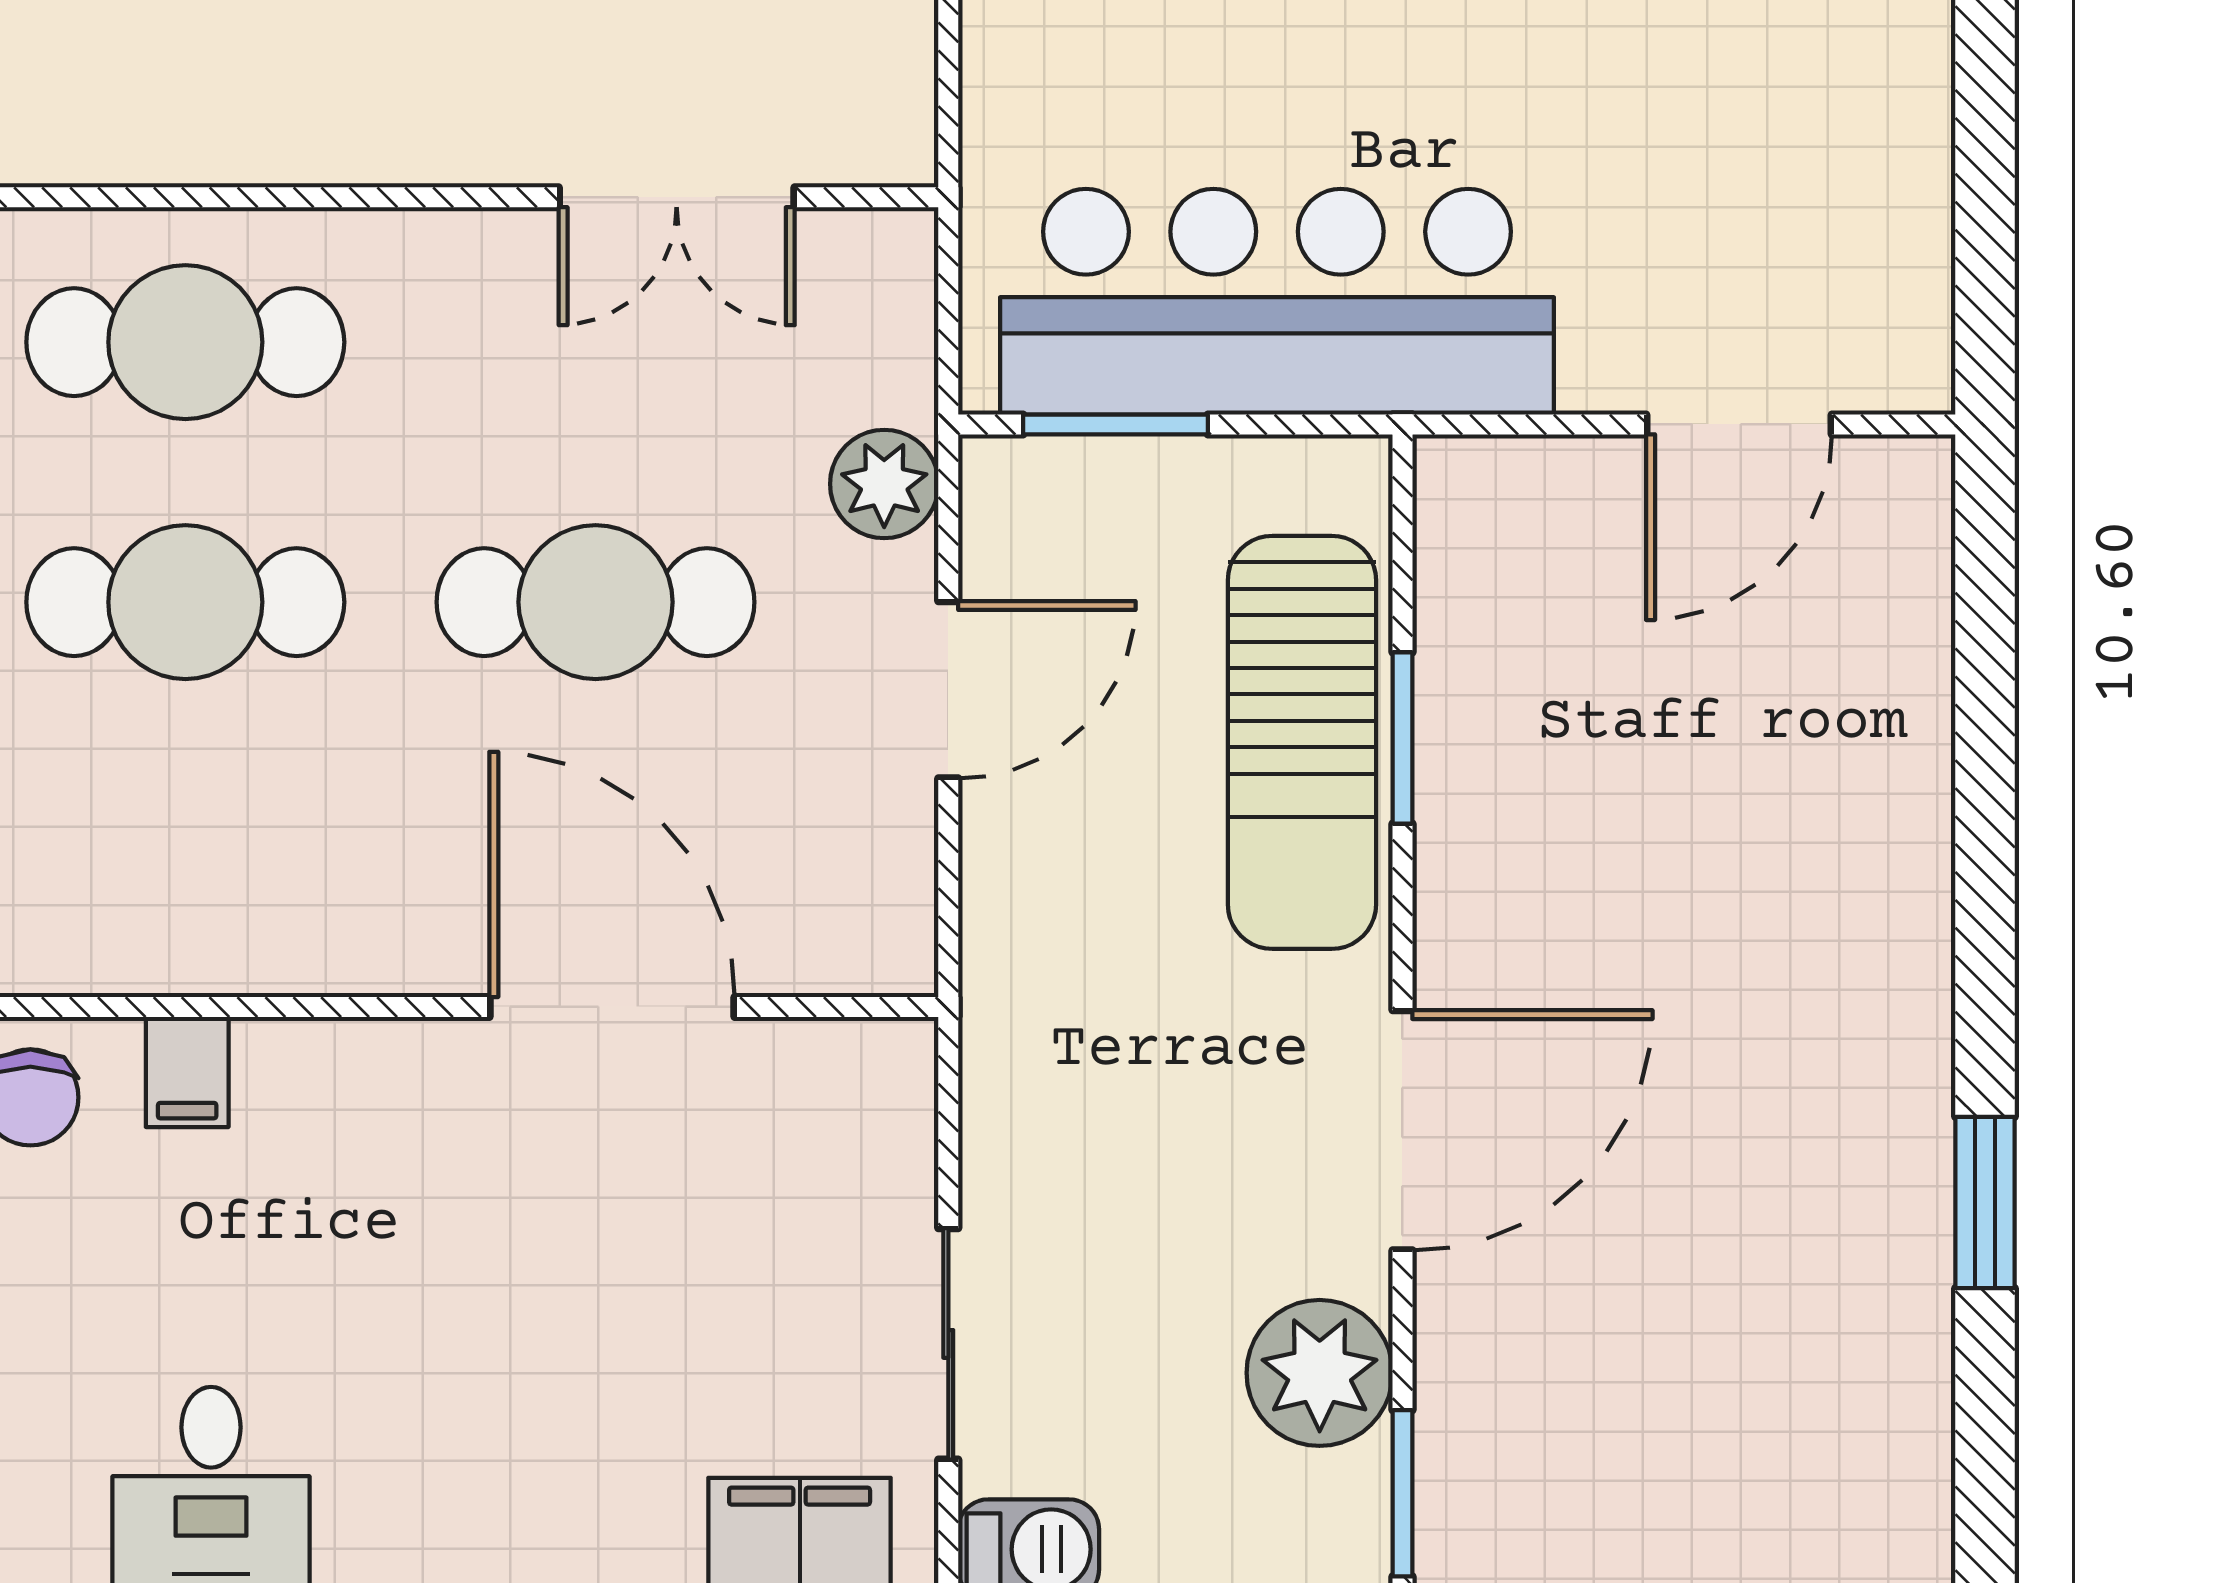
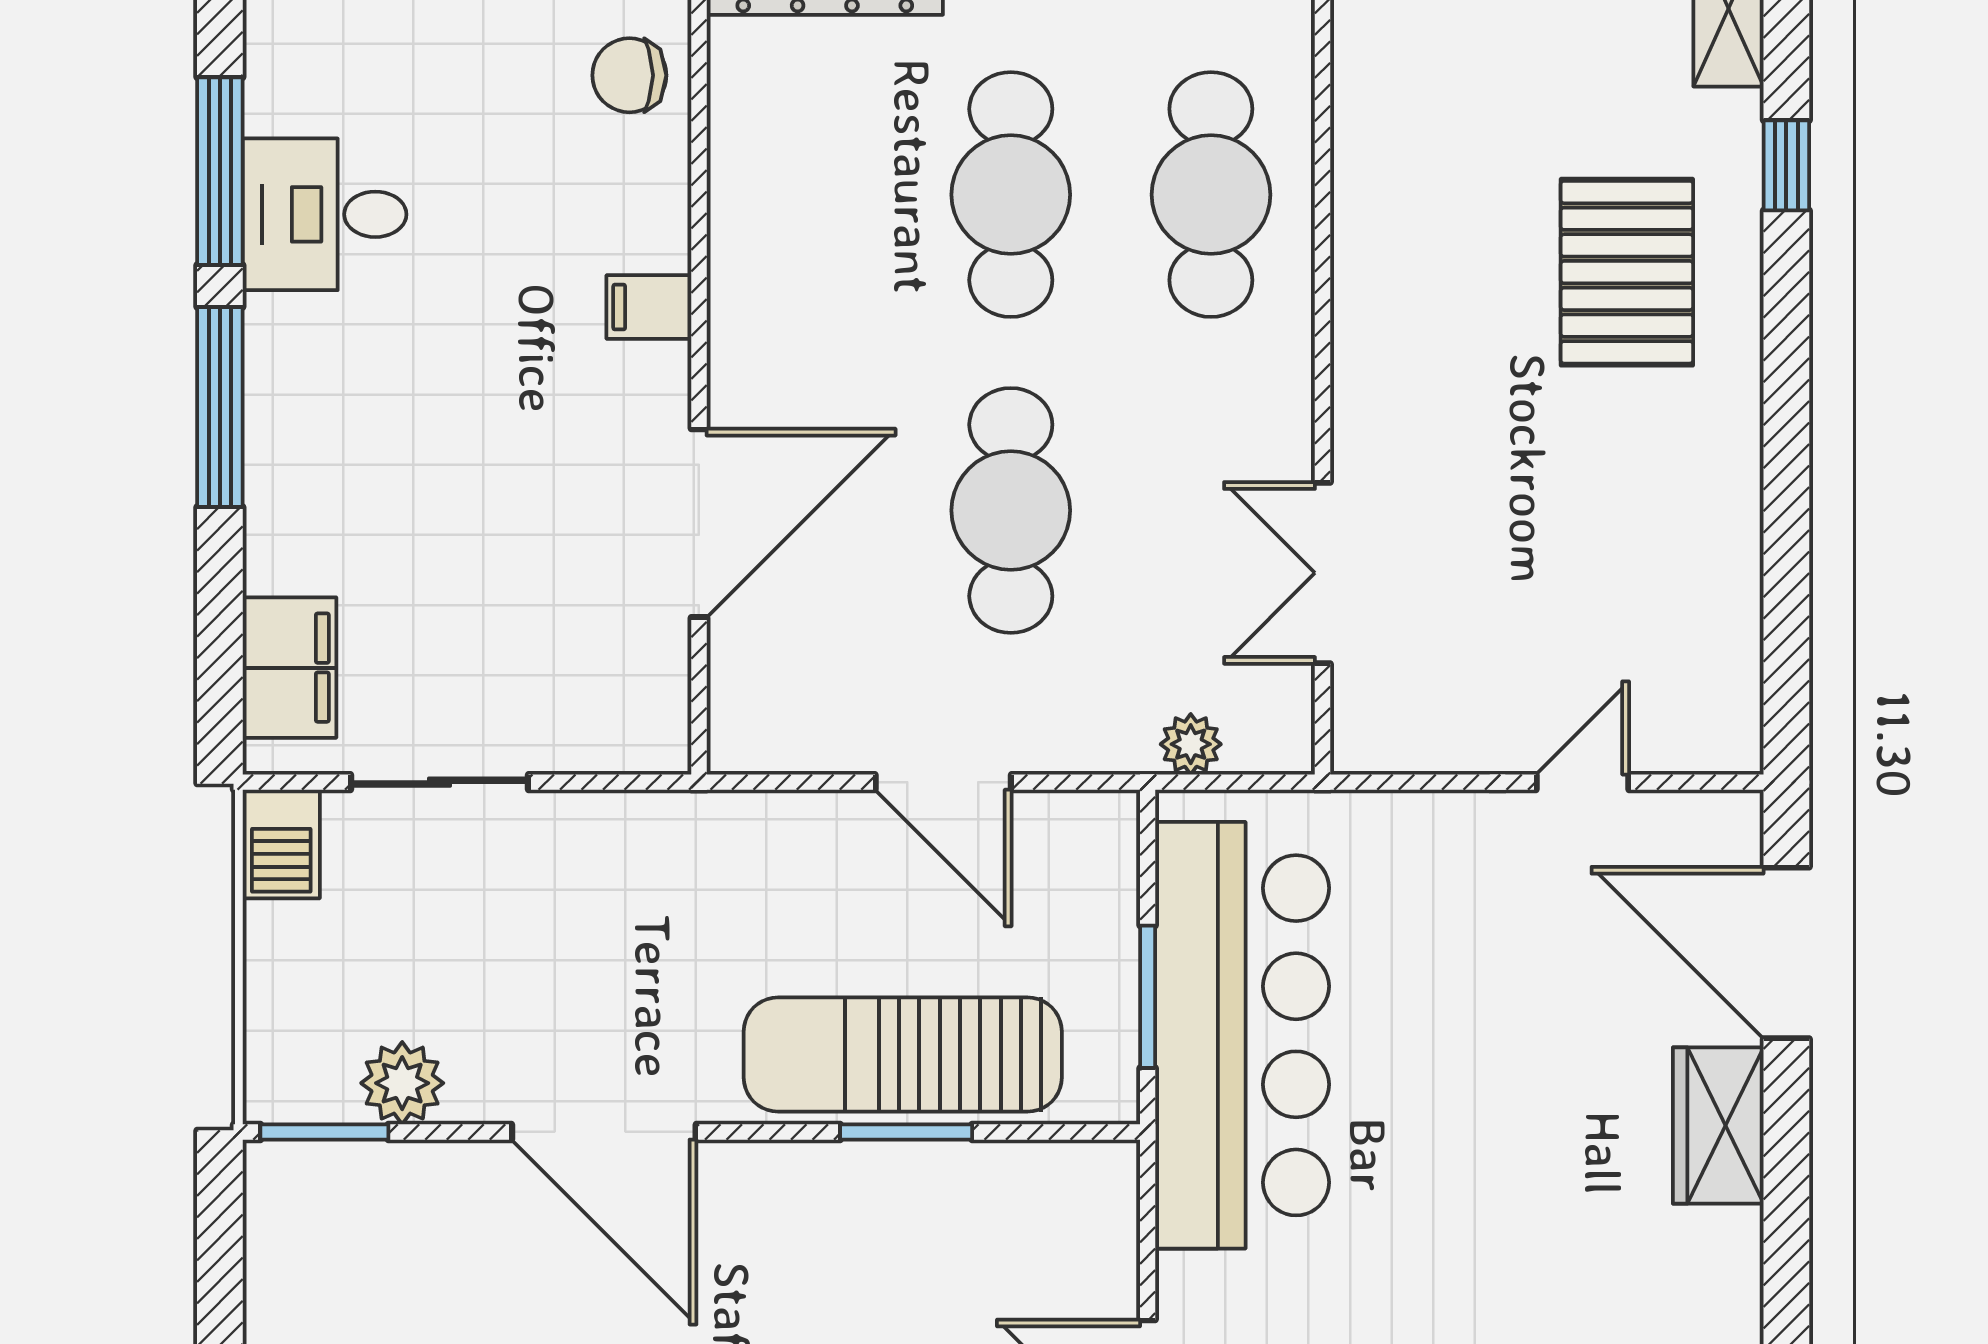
window: (1115, 424) -> (1148, 997), moved
plant: (884, 484) -> (1191, 744), moved, width x0.73, depth x0.73
filing cabinet: (187, 1072) -> (649, 307), moved
plant: (1320, 1373) -> (402, 1083), width x0.73, depth x0.73

